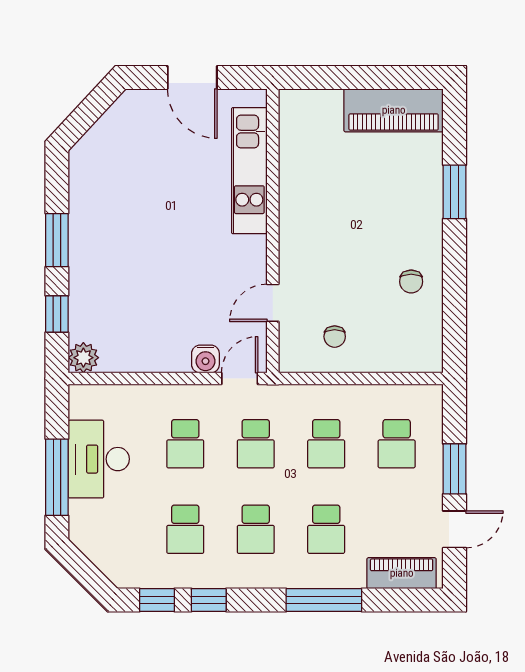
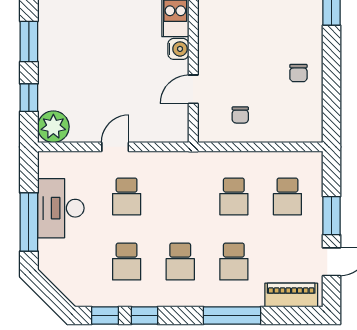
plant: (83, 358) -> (53, 127), width x1.36, depth x1.36
water cooler: (205, 359) -> (178, 49), moved, turned -90
door: (240, 379) -> (115, 147), moved
school desk: (256, 444) -> (180, 196), removed

